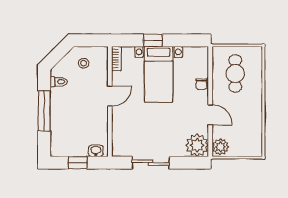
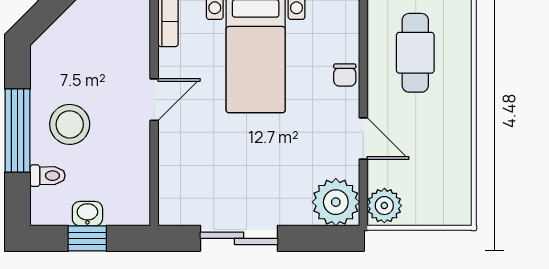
stool: (84, 63) -> (70, 124), moved, width x1.89, depth x1.89
toilet: (59, 82) -> (48, 176), moved
washbasin: (96, 151) -> (87, 214), moved

